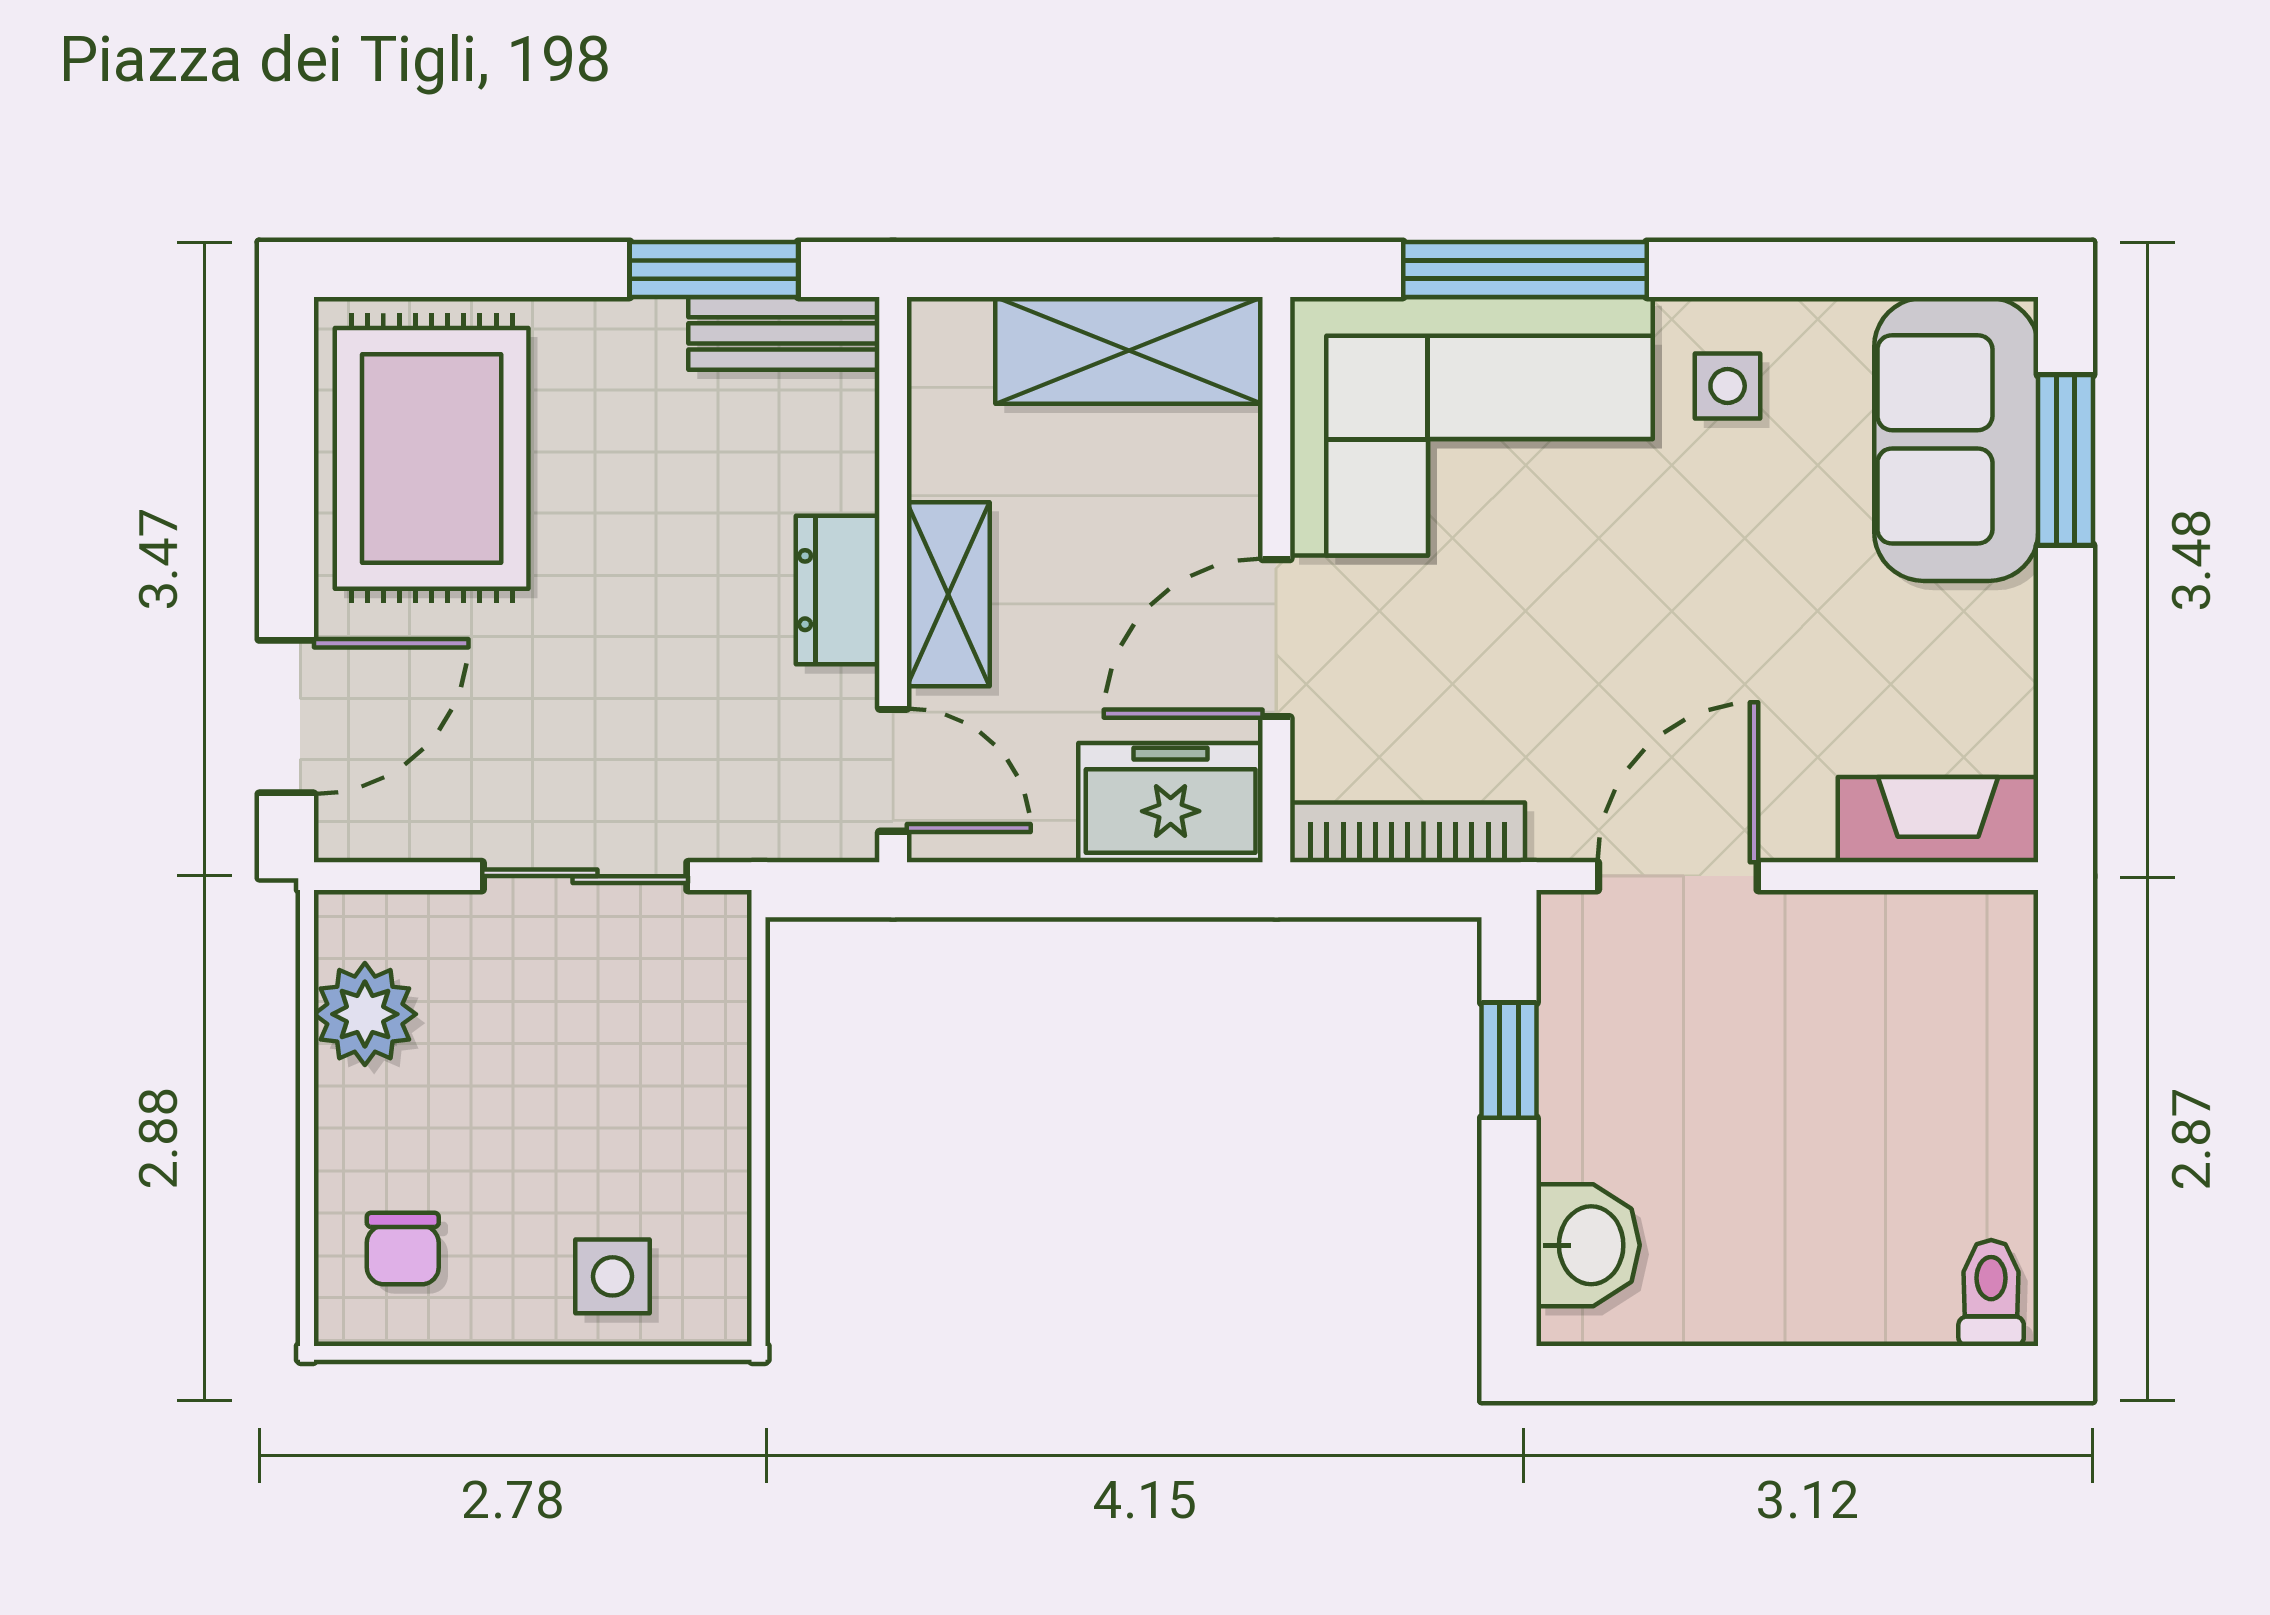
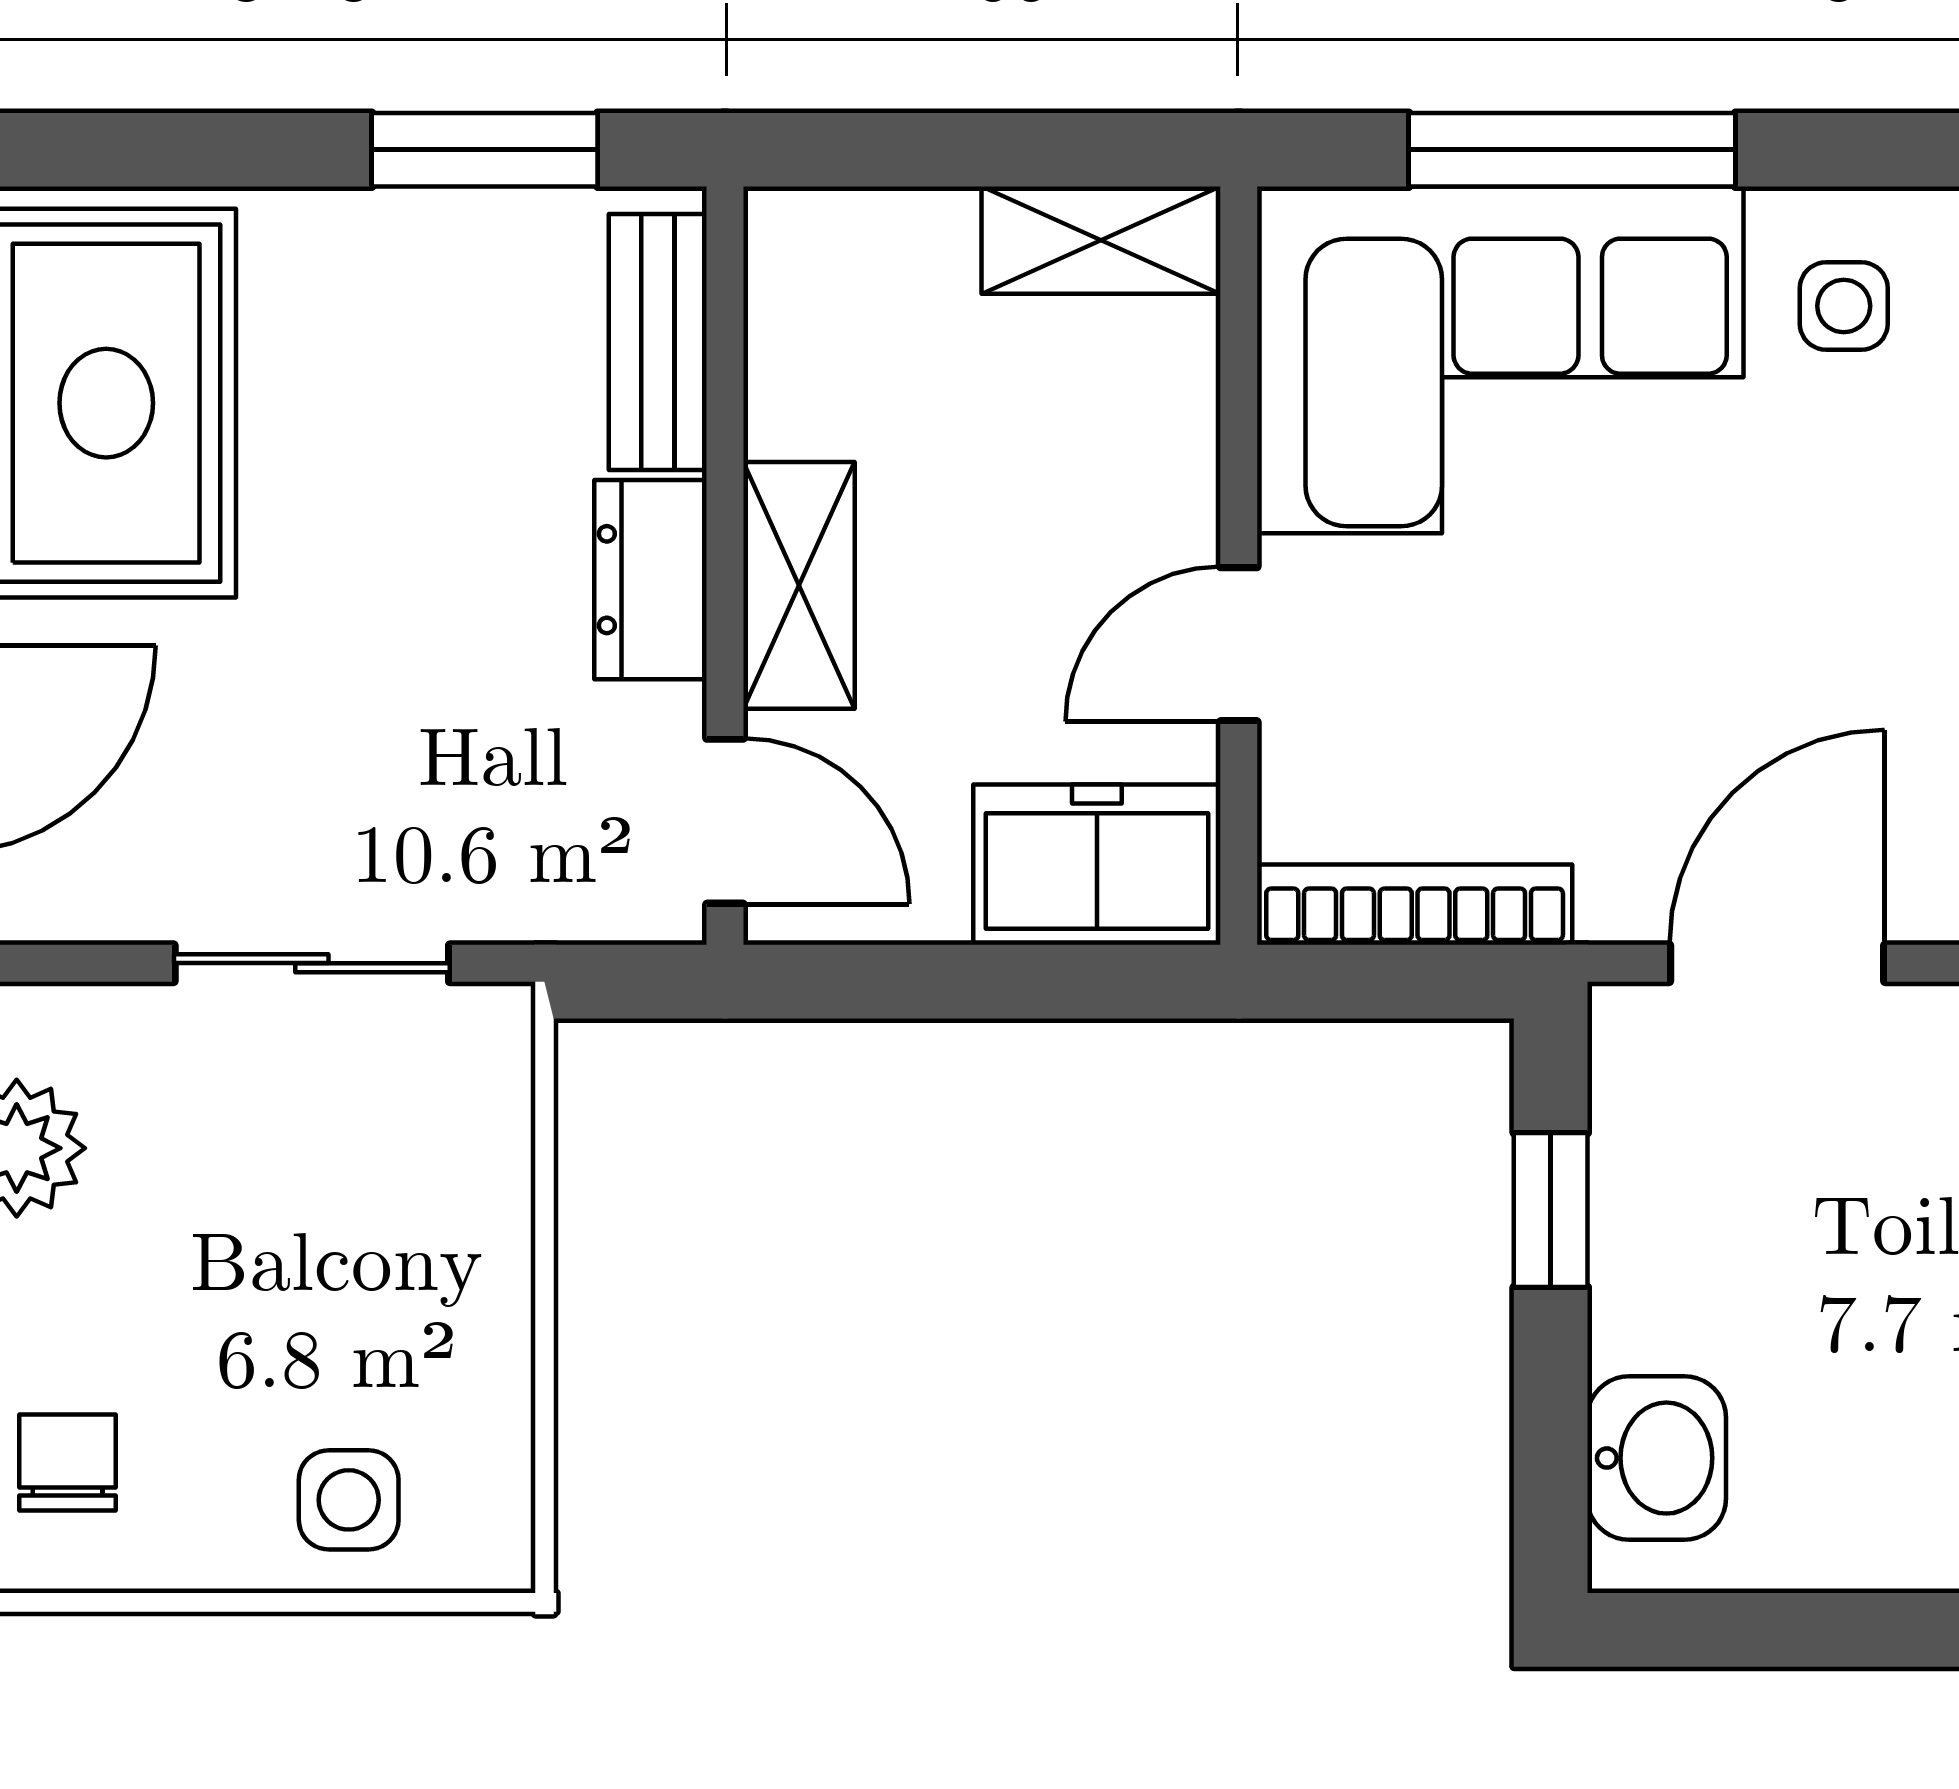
bench: (784, 333) -> (658, 342), moved, turned 90
shelving: (1129, 350) -> (1101, 240), width x0.67, depth x0.75
door: (1276, 638) -> (1239, 644), width x0.73
chair: (403, 1249) -> (67, 1463), turned 180

